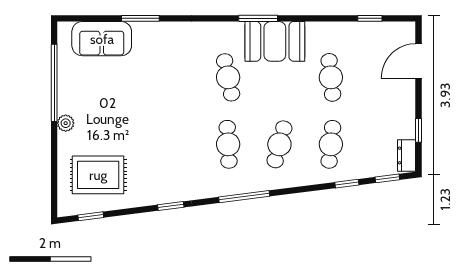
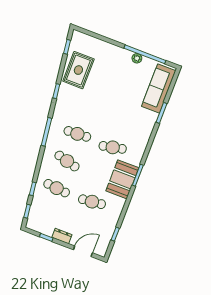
sofa: (102, 39) -> (159, 88), width x1.36
door: (419, 61) -> (83, 251), hinge flipped
plant: (66, 123) -> (137, 58), moved
dresser: (407, 155) -> (62, 236), moved
rug: (98, 175) -> (78, 70), moved

